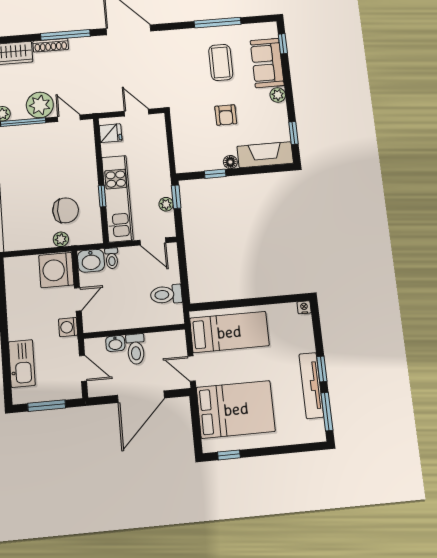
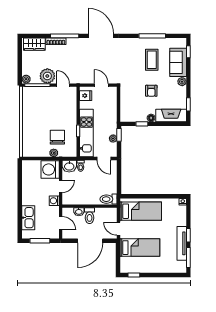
chair: (66, 210) -> (57, 137), turned -90
toilet: (166, 295) -> (109, 199), moved
bed: (236, 409) -> (140, 248), width x0.67

